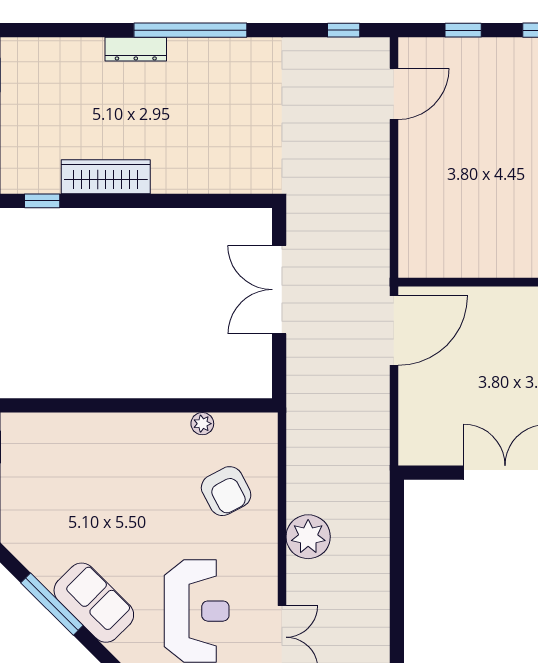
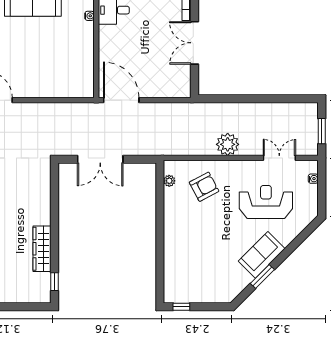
plant: (202, 424) -> (169, 181), moved
window: (52, 604) -> (262, 277), width x0.69

